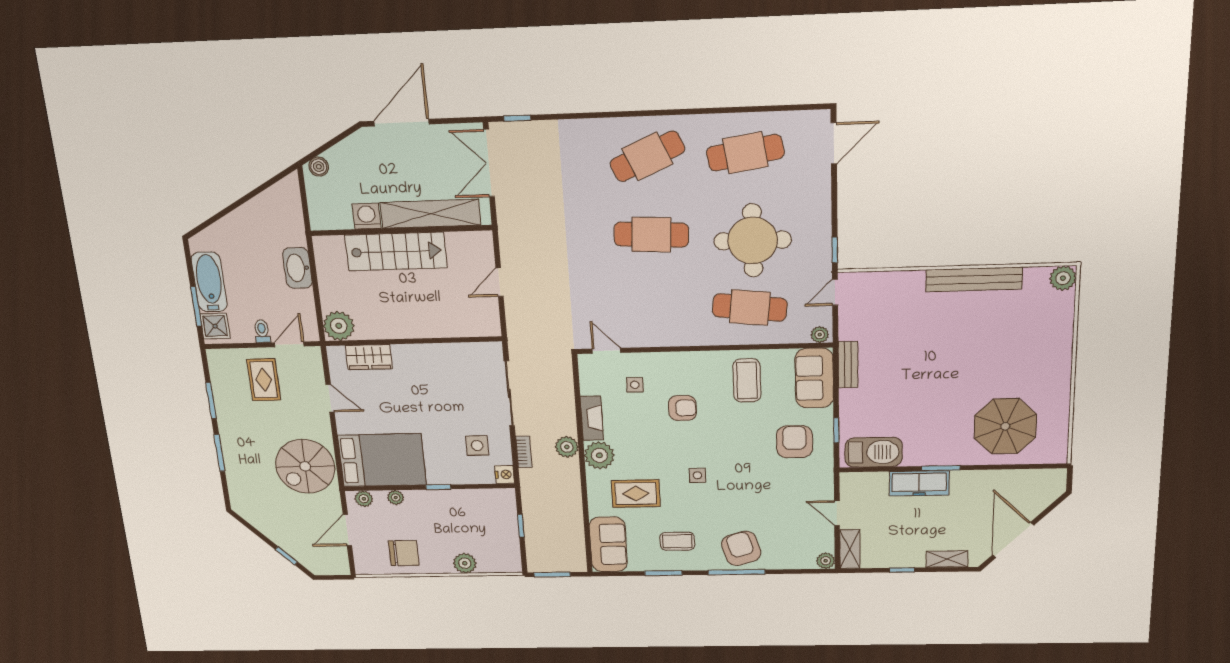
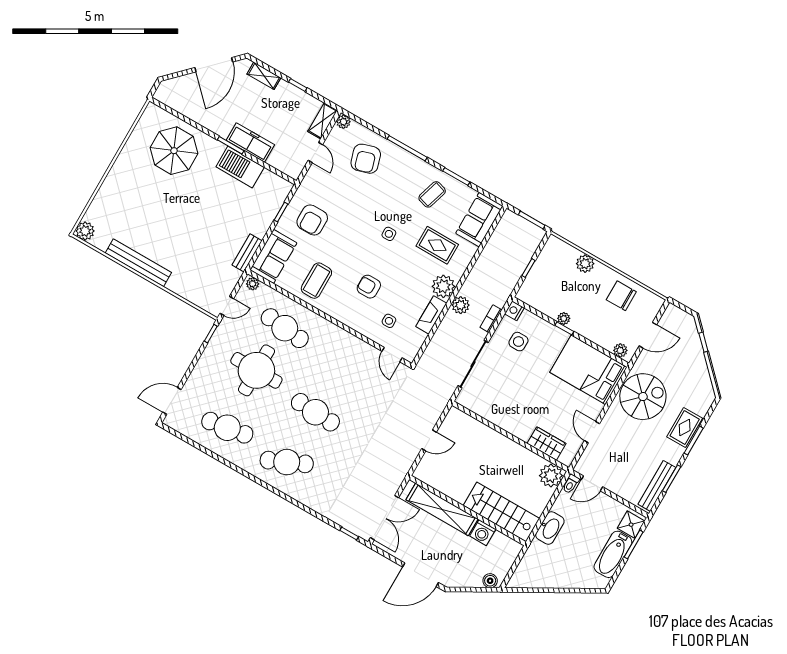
stairs: (396, 251) -> (501, 512), moved
toilet: (262, 331) -> (571, 484), moved
rug: (264, 380) -> (685, 427), moved
bench: (220, 384) -> (657, 486), added
barbecue: (874, 452) -> (240, 167), moved
plant: (396, 498) -> (564, 318), moved
coffee table: (677, 541) -> (432, 194), turned -73
armchair: (741, 548) -> (366, 159), moved

